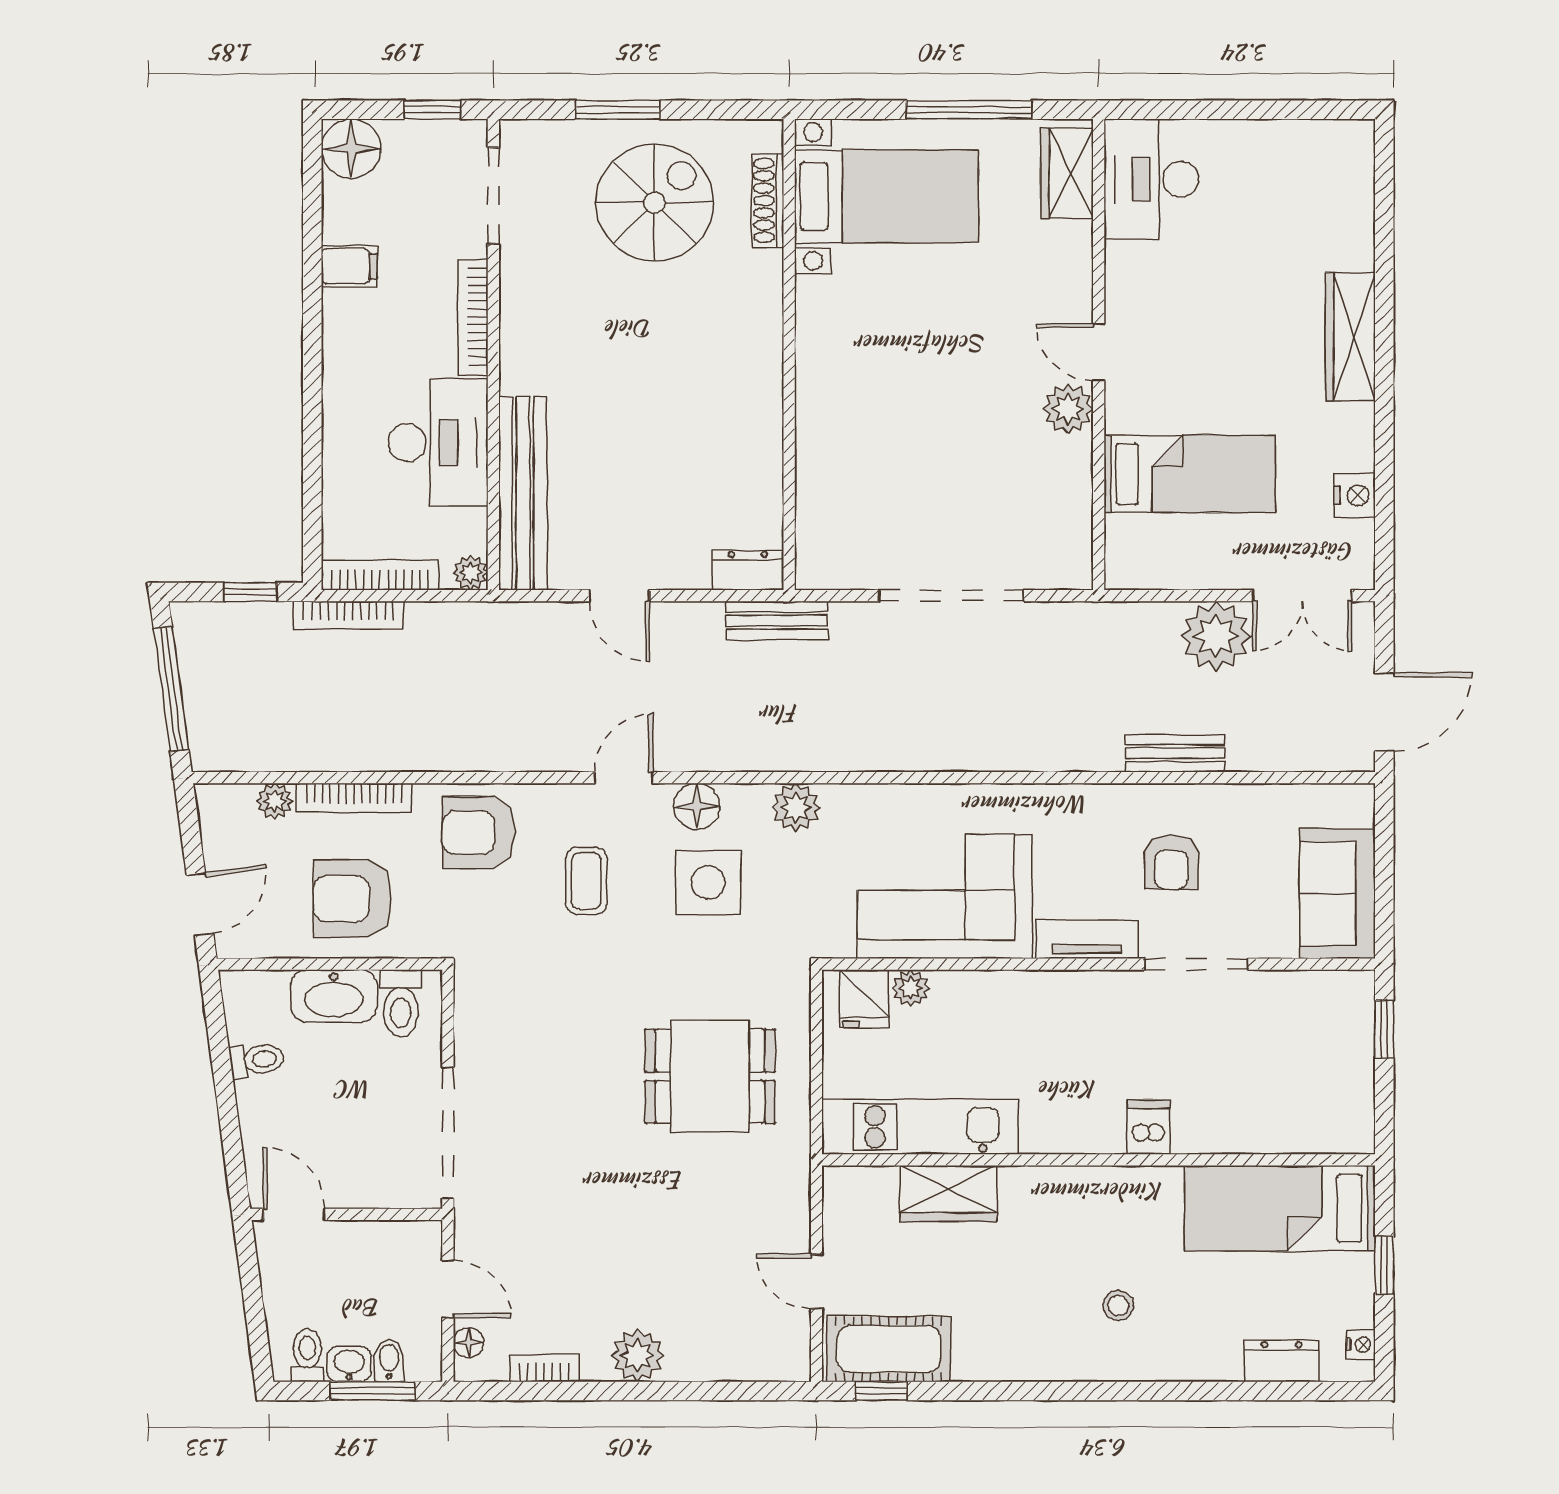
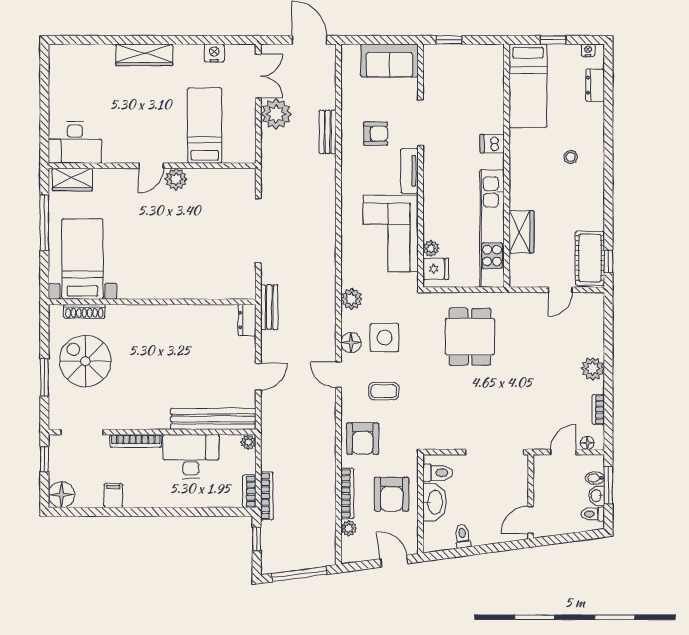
bookcase: (380, 575) -> (249, 491), width x0.64
kitchen unit: (920, 1127) -> (492, 228), width x1.36

